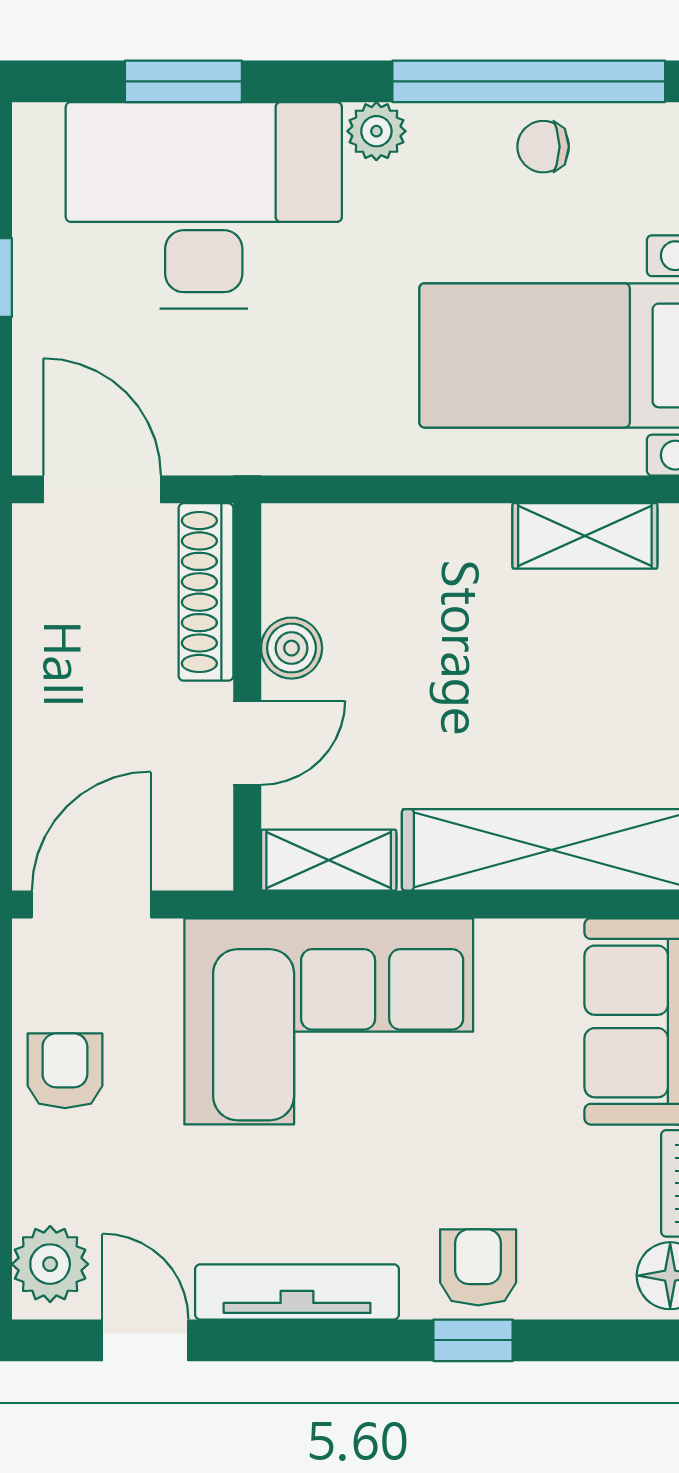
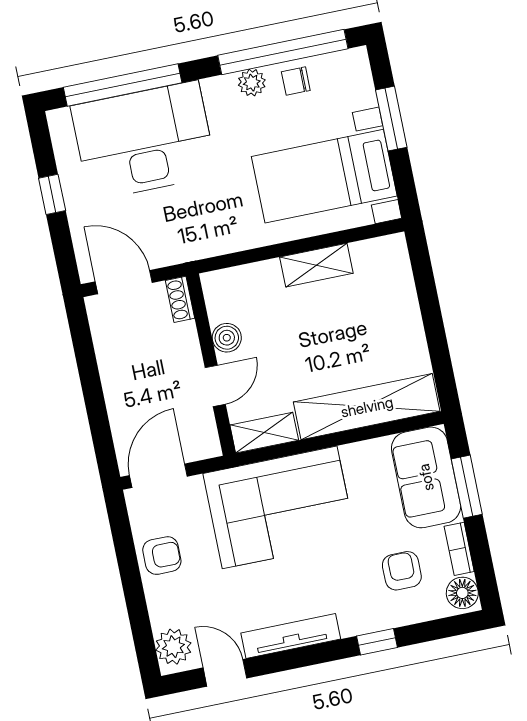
window: (183, 81) -> (123, 85), width x2.11
plant: (376, 131) -> (252, 83), moved
shelving: (585, 536) -> (316, 265), moved
shoe rack: (206, 592) -> (180, 299), width x0.51, depth x0.81
armchair: (65, 1071) -> (162, 556), turned 90
armchair: (478, 1267) -> (402, 571), moved

